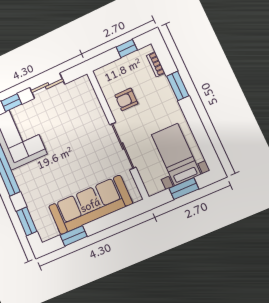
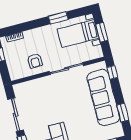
sliding door: (47, 86) -> (16, 115), width x1.37
window: (178, 86) -> (58, 18), moved
window: (128, 212) -> (112, 72), added

